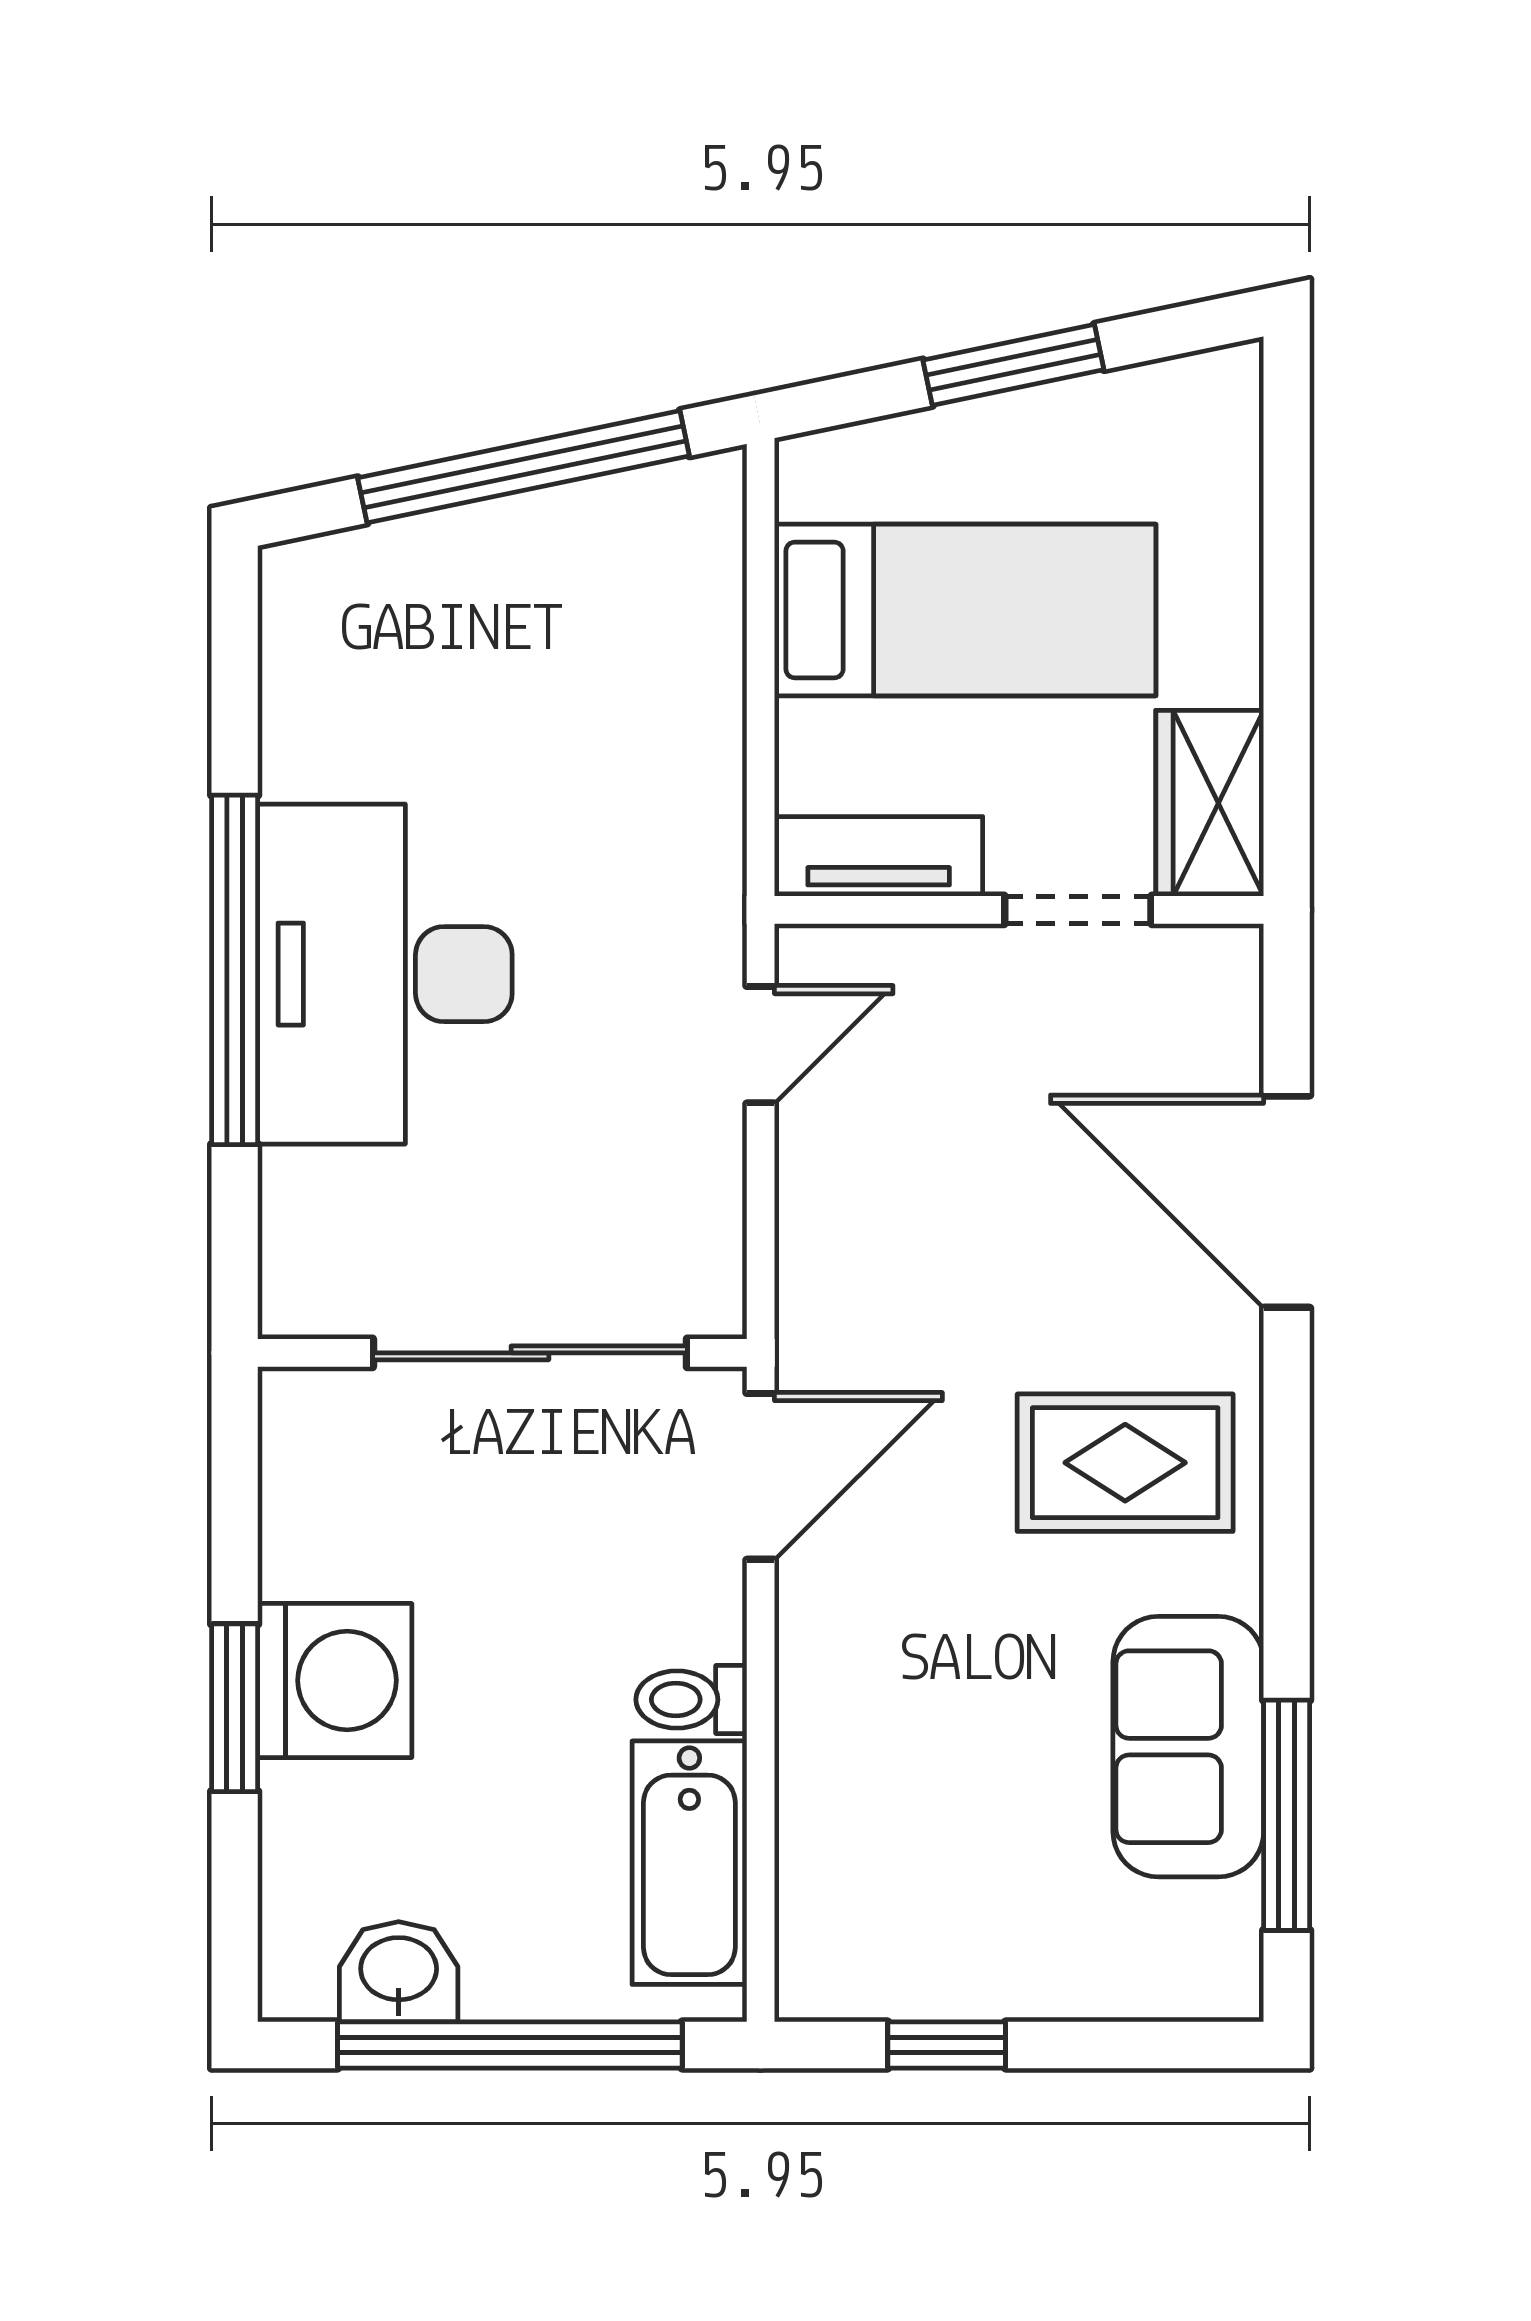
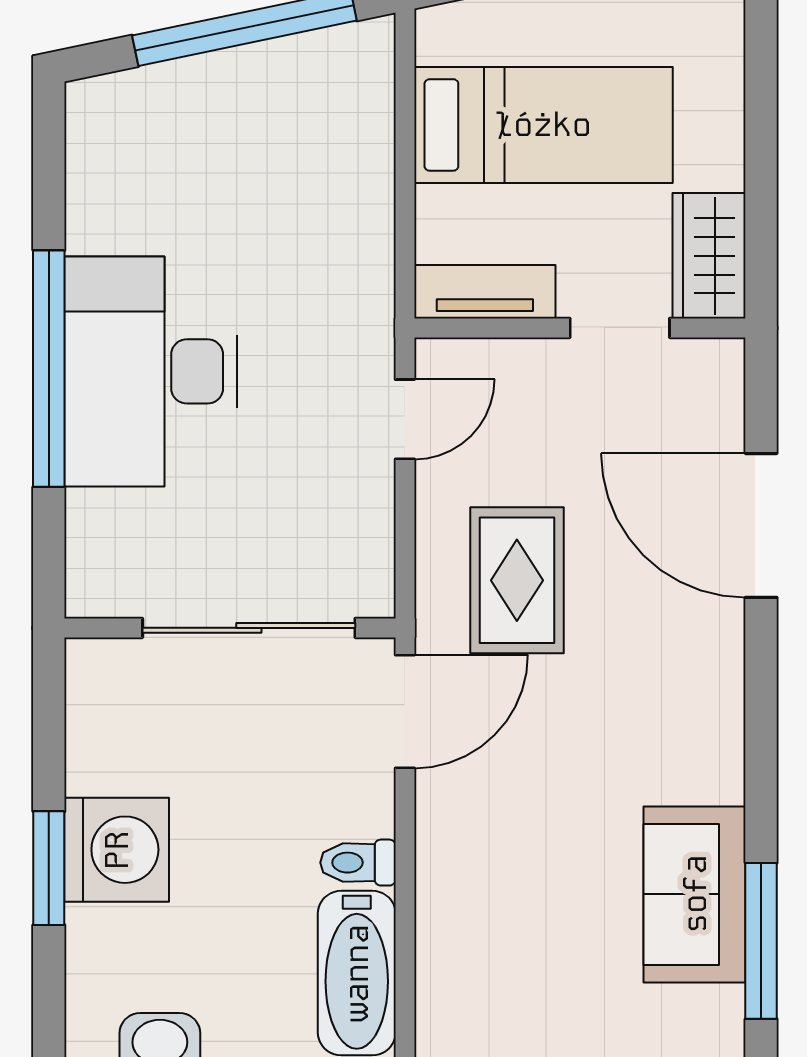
rug: (1125, 1463) -> (517, 580), moved, turned 90

